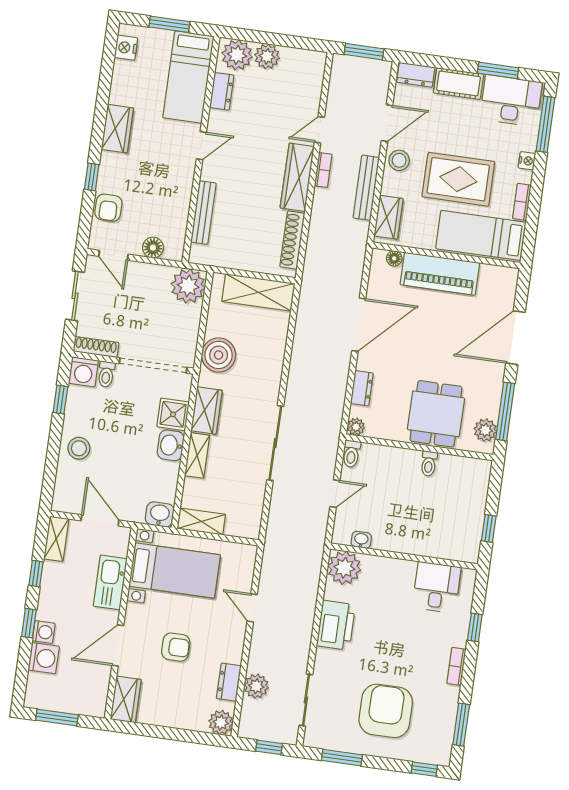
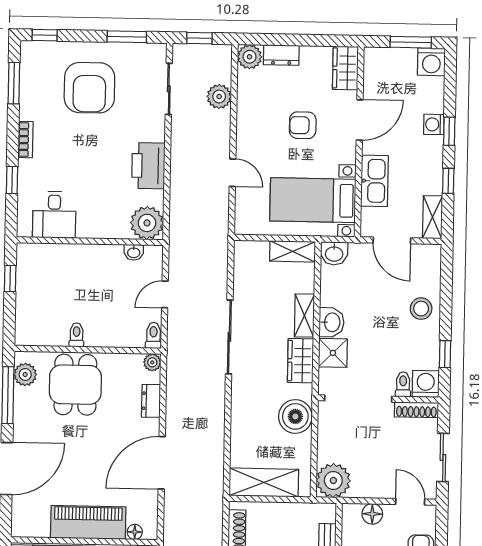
washing machine: (44, 658) -> (431, 62), moved, turned -90
dresser: (229, 682) -> (281, 55), moved, turned 90

